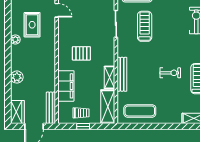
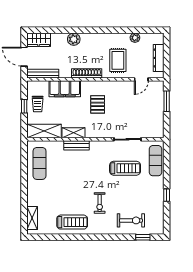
rug: (32, 25) -> (118, 60), moved, turned 90
plant: (15, 40) -> (135, 38), moved
shoe rack: (51, 64) -> (87, 73), added
exercise bike: (170, 73) -> (100, 203), moved
bench: (122, 74) -> (77, 145), width x0.73

